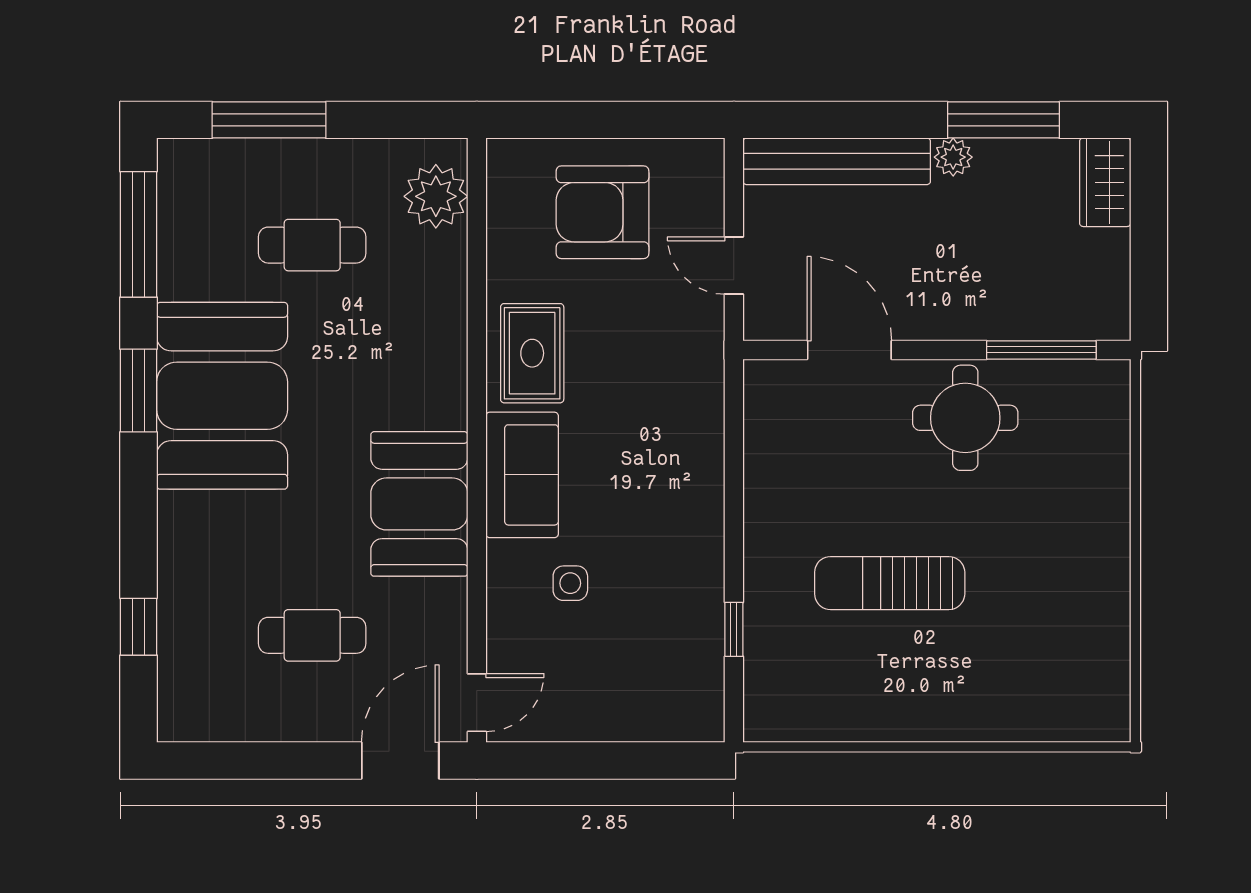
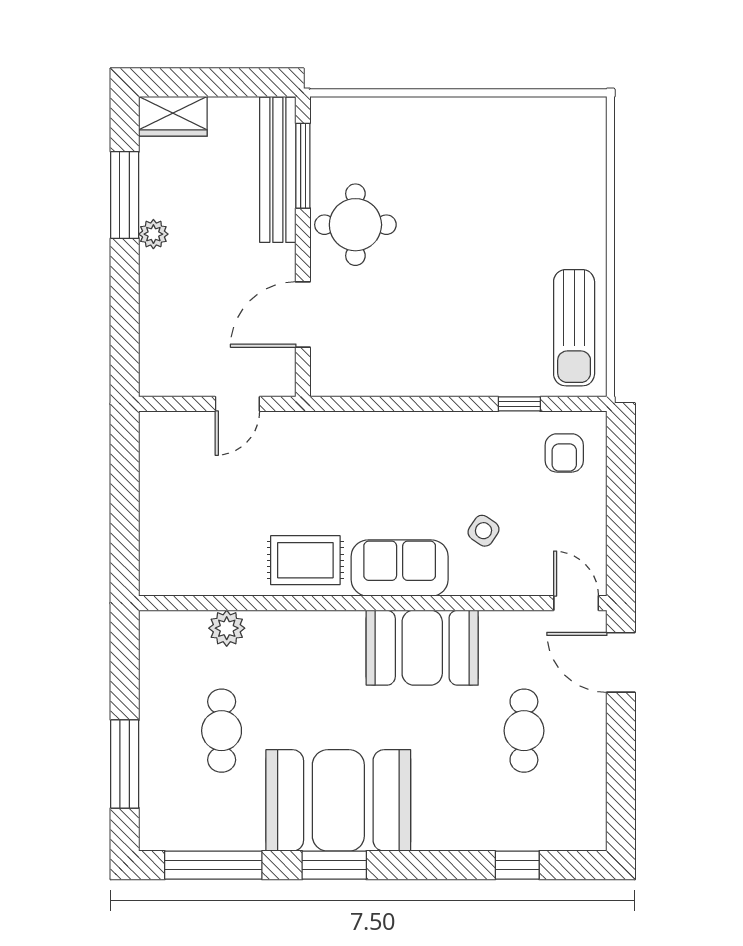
bench: (837, 161) -> (278, 170), moved
plant: (436, 196) -> (227, 628), moved, width x0.73, depth x0.73
armchair: (603, 212) -> (564, 453), moved, width x0.53, depth x0.53
side table: (570, 583) -> (484, 531), turned 34
sun lounger: (890, 583) -> (574, 328), moved

